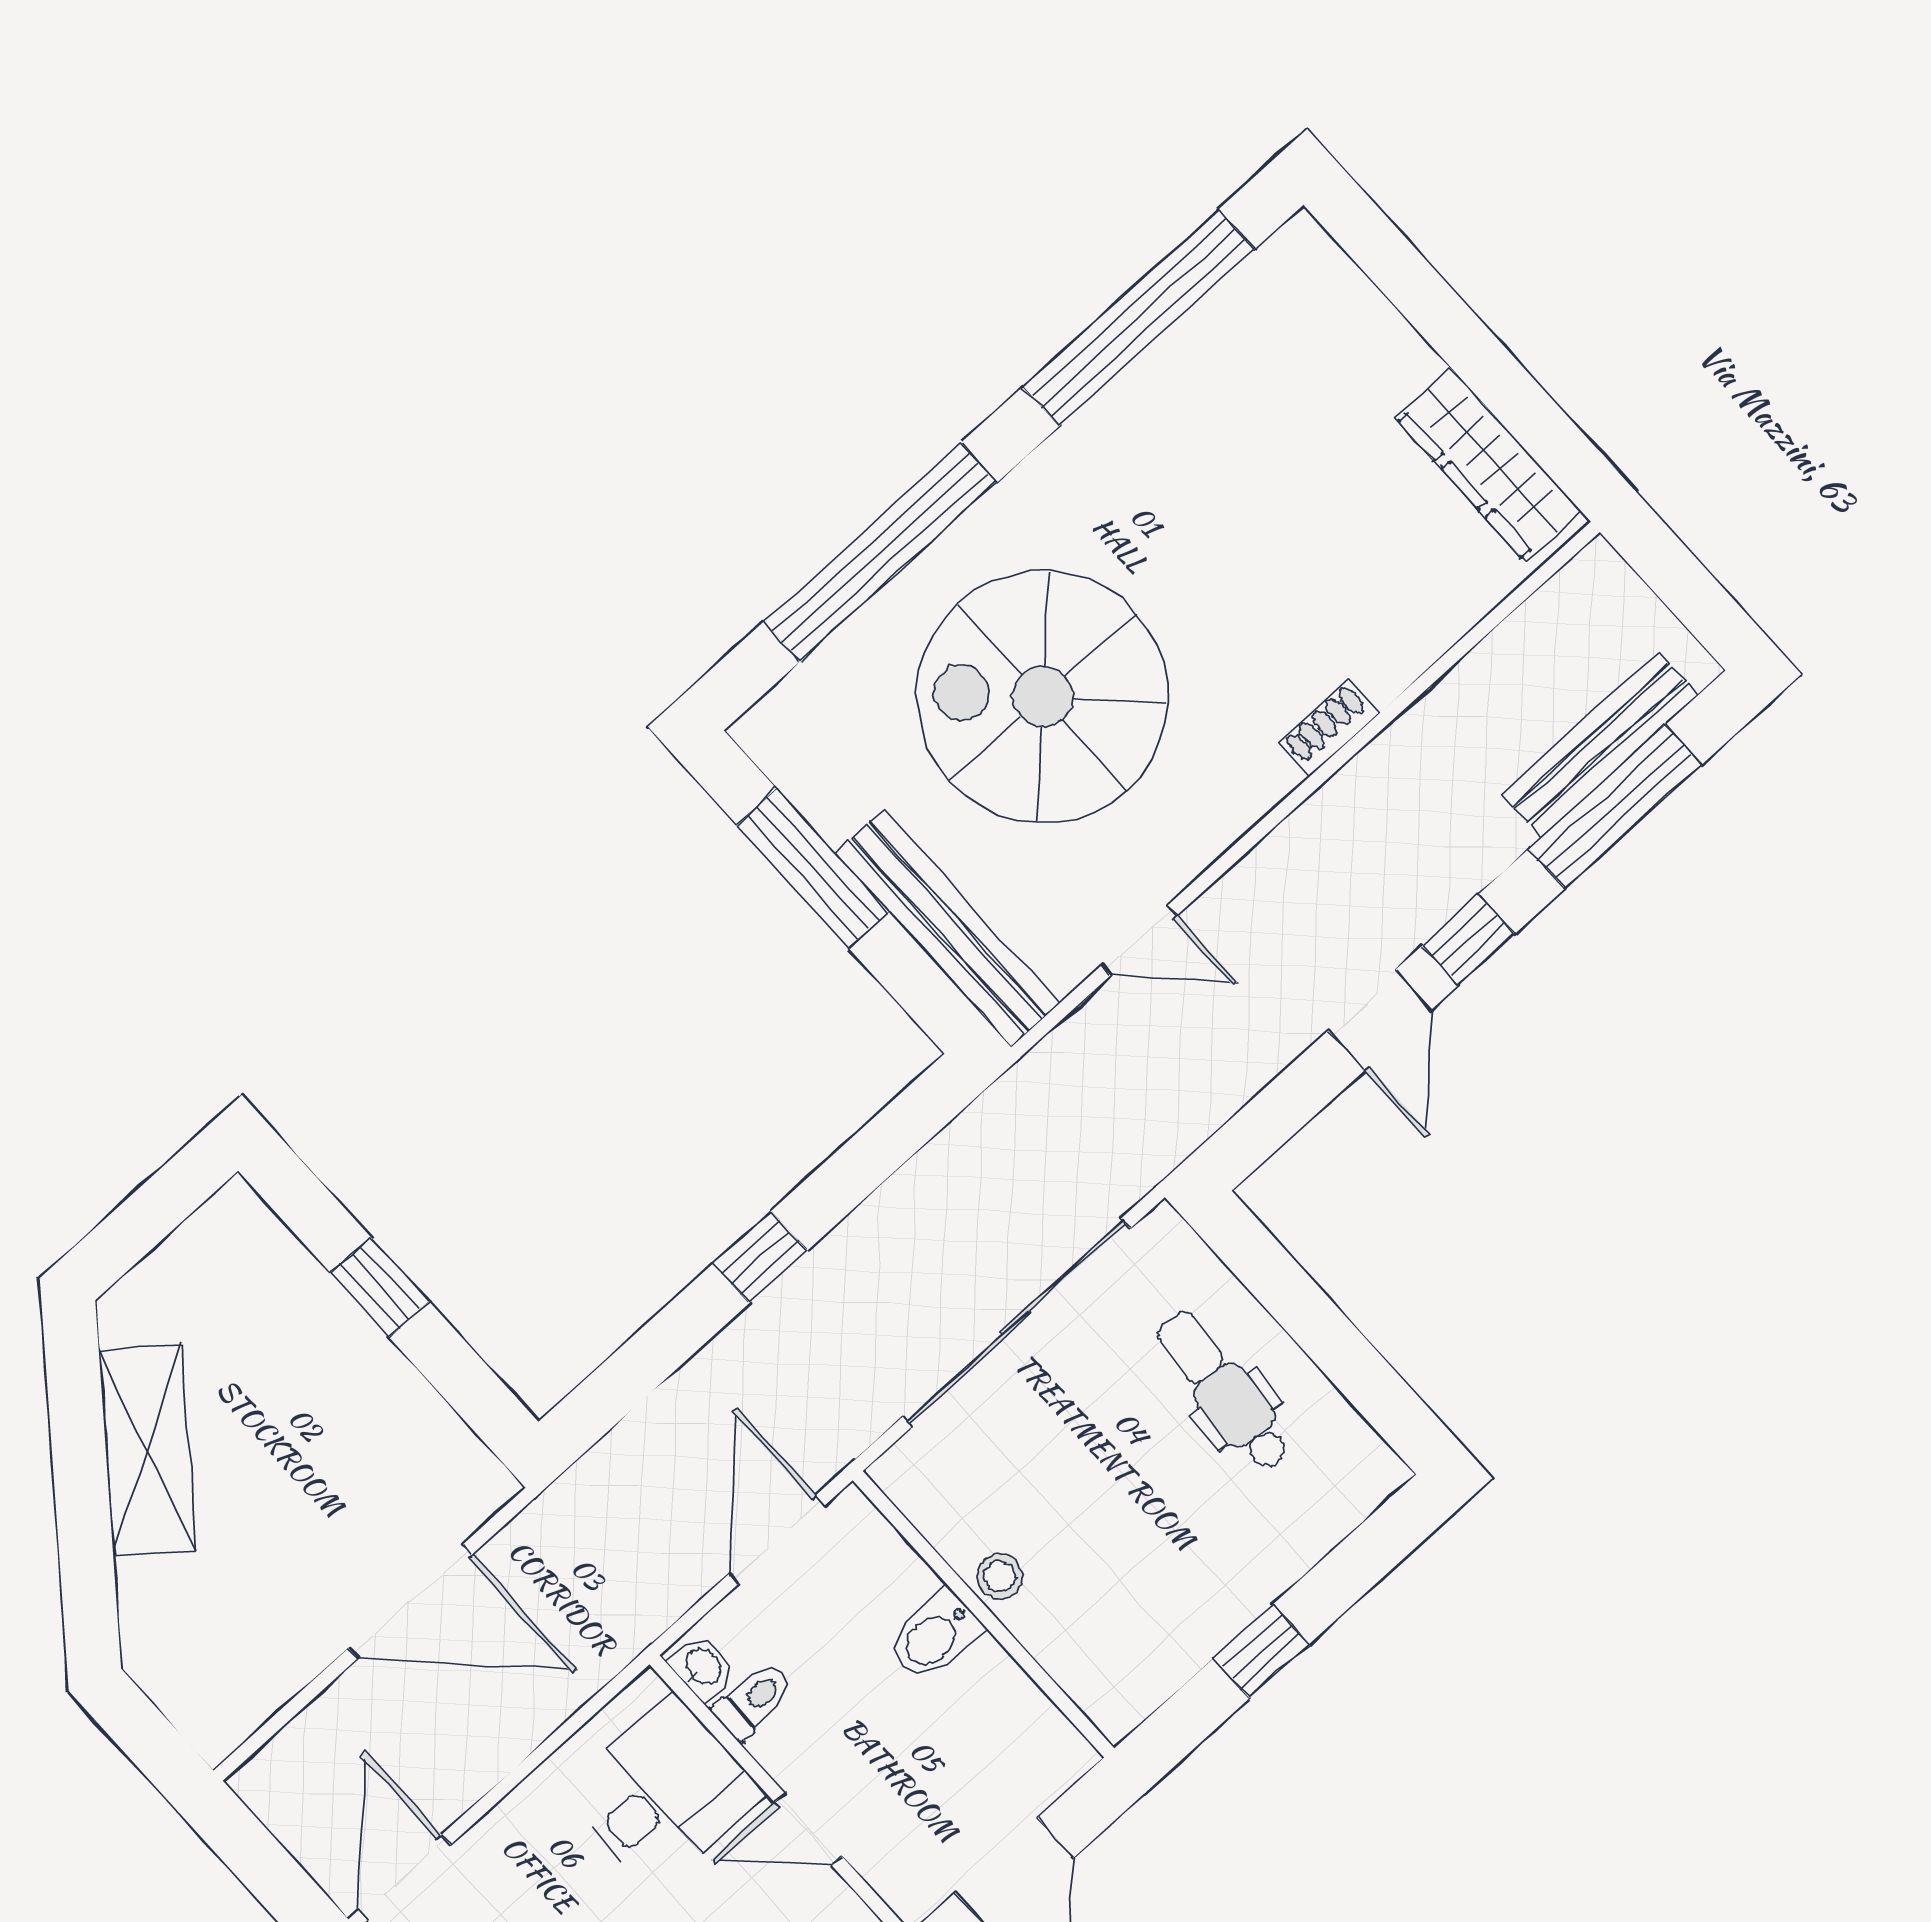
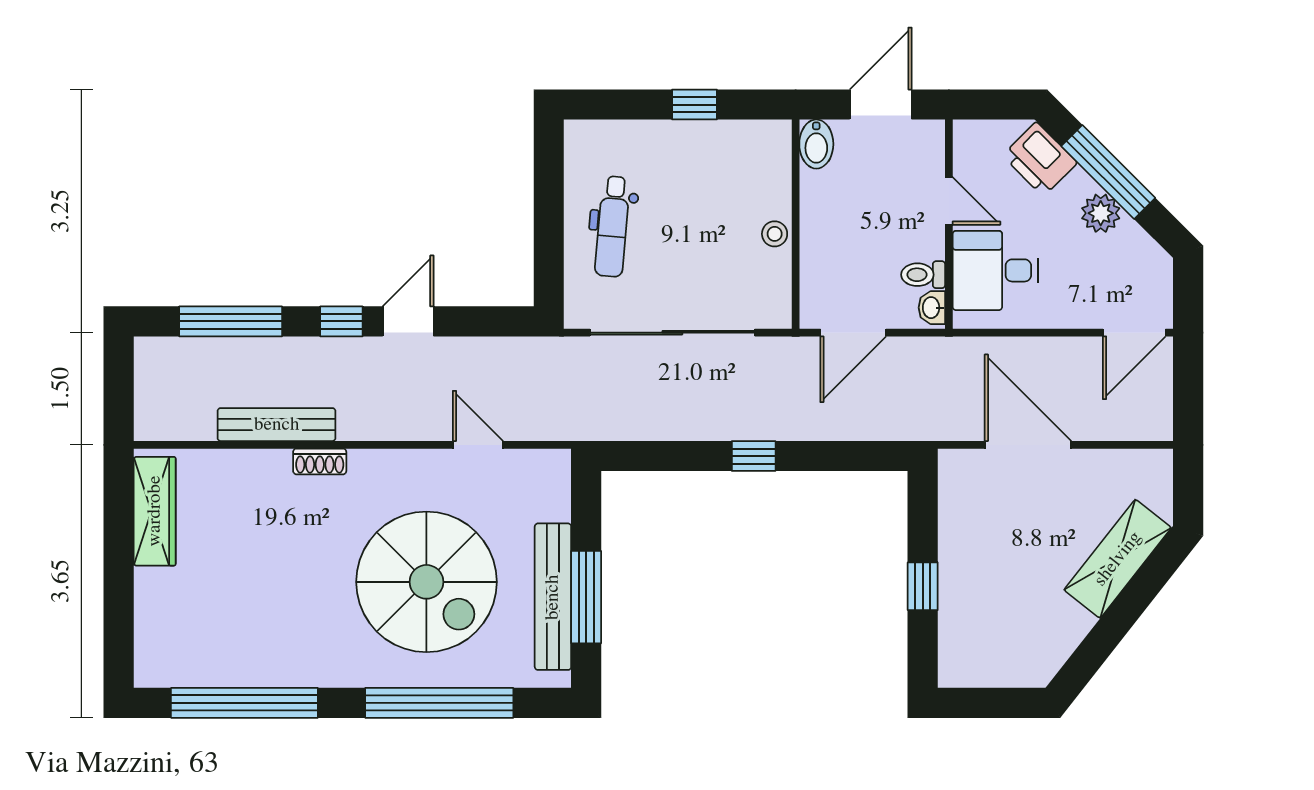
bench: (1600, 744) -> (277, 425), moved
bench: (947, 928) -> (553, 597), moved
shelving: (147, 1450) -> (1118, 559), moved
bidet: (935, 1636) -> (816, 144), moved, turned 90

